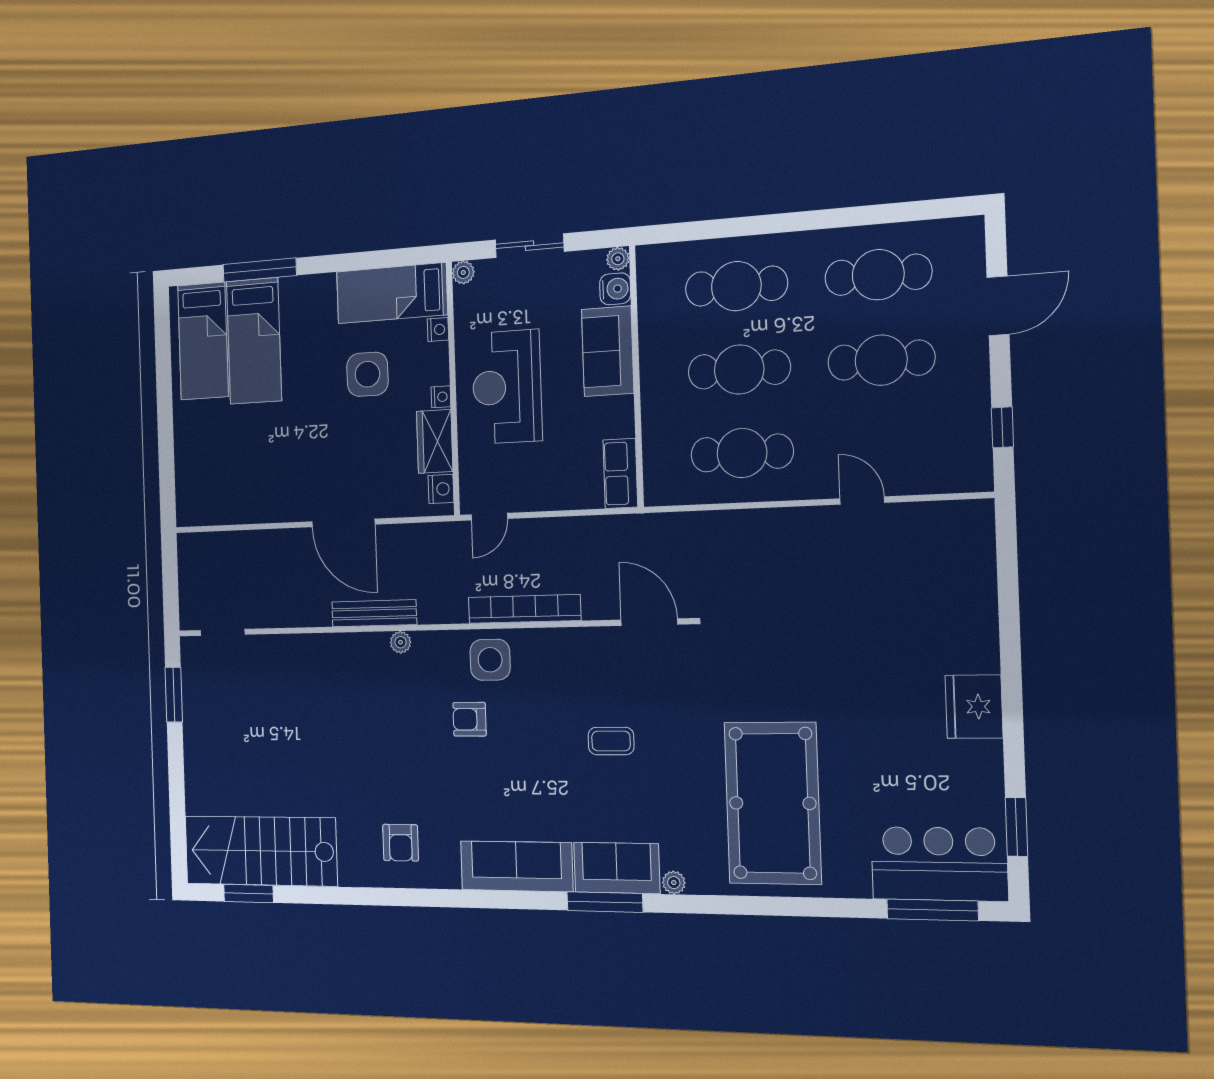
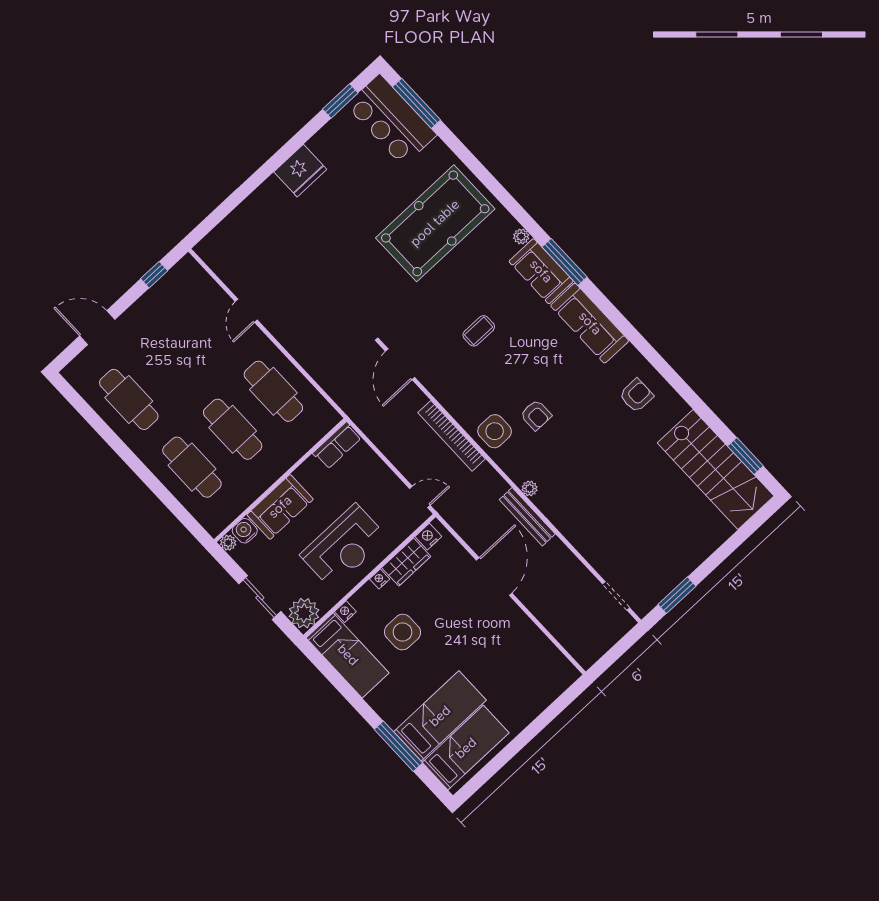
plant: (463, 272) -> (304, 613), width x1.87, depth x1.87
cafe table: (881, 360) -> (169, 361), removed
coffee table: (611, 741) -> (479, 331), turned 90

